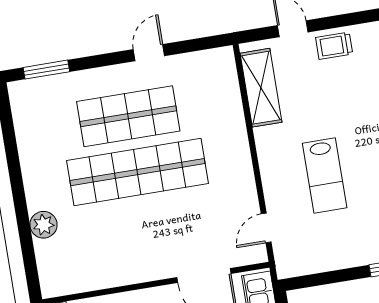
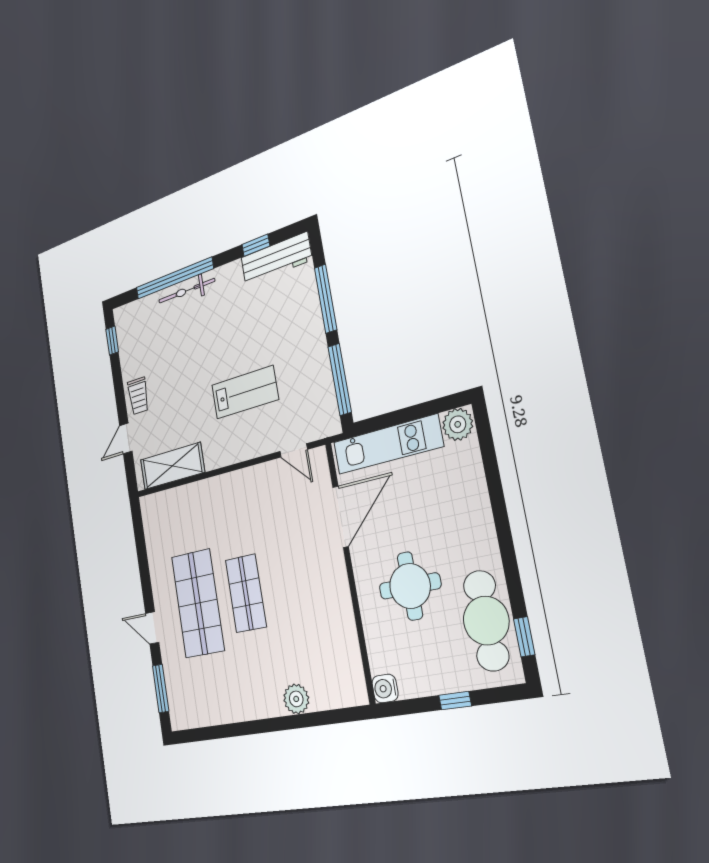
door: (149, 53) -> (152, 628), moved
shop shelf: (137, 172) -> (246, 593), width x0.50, depth x0.74
window: (326, 278) -> (340, 379), added

